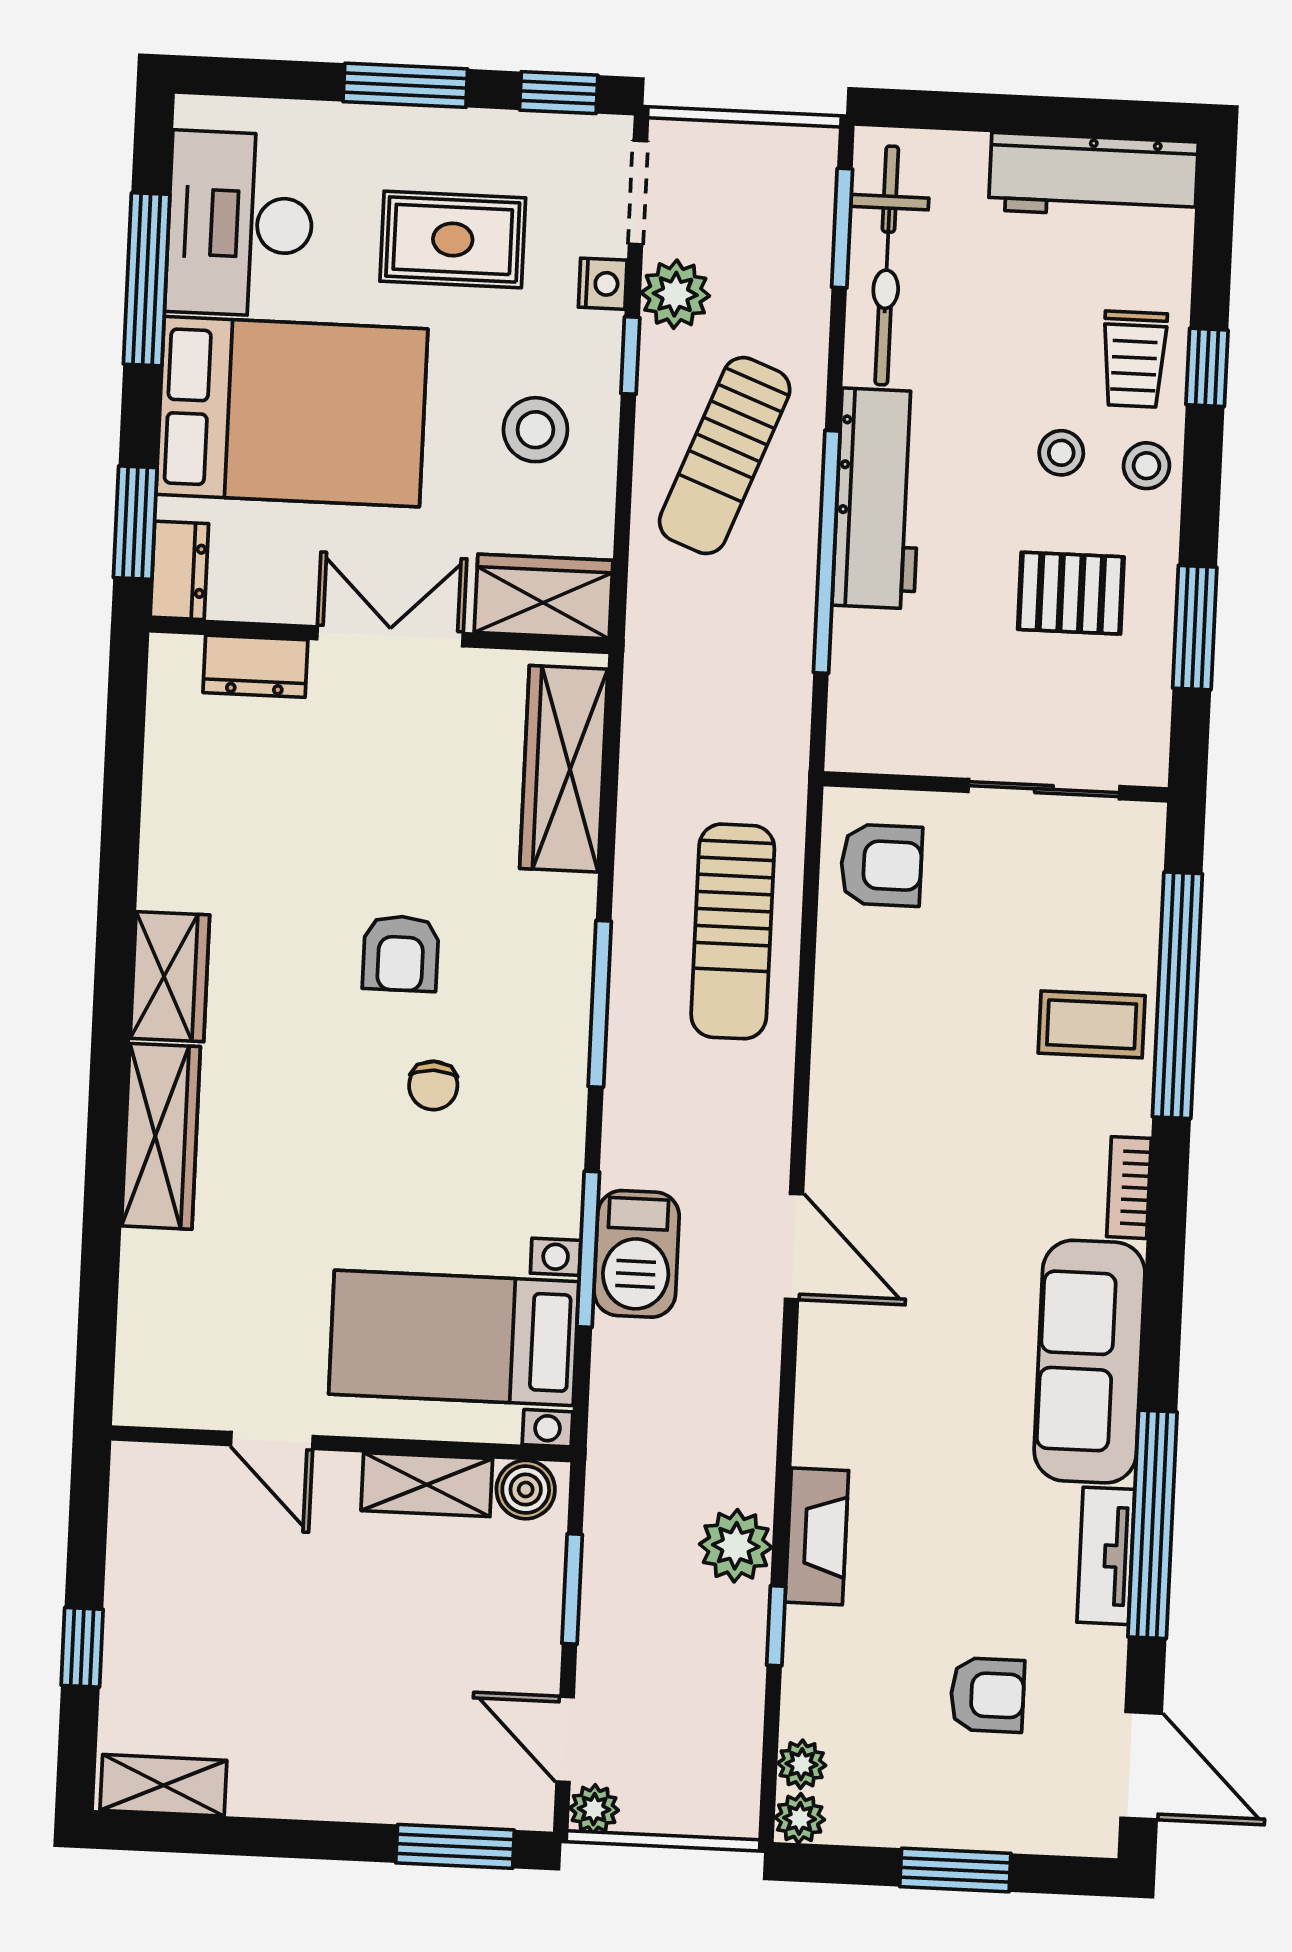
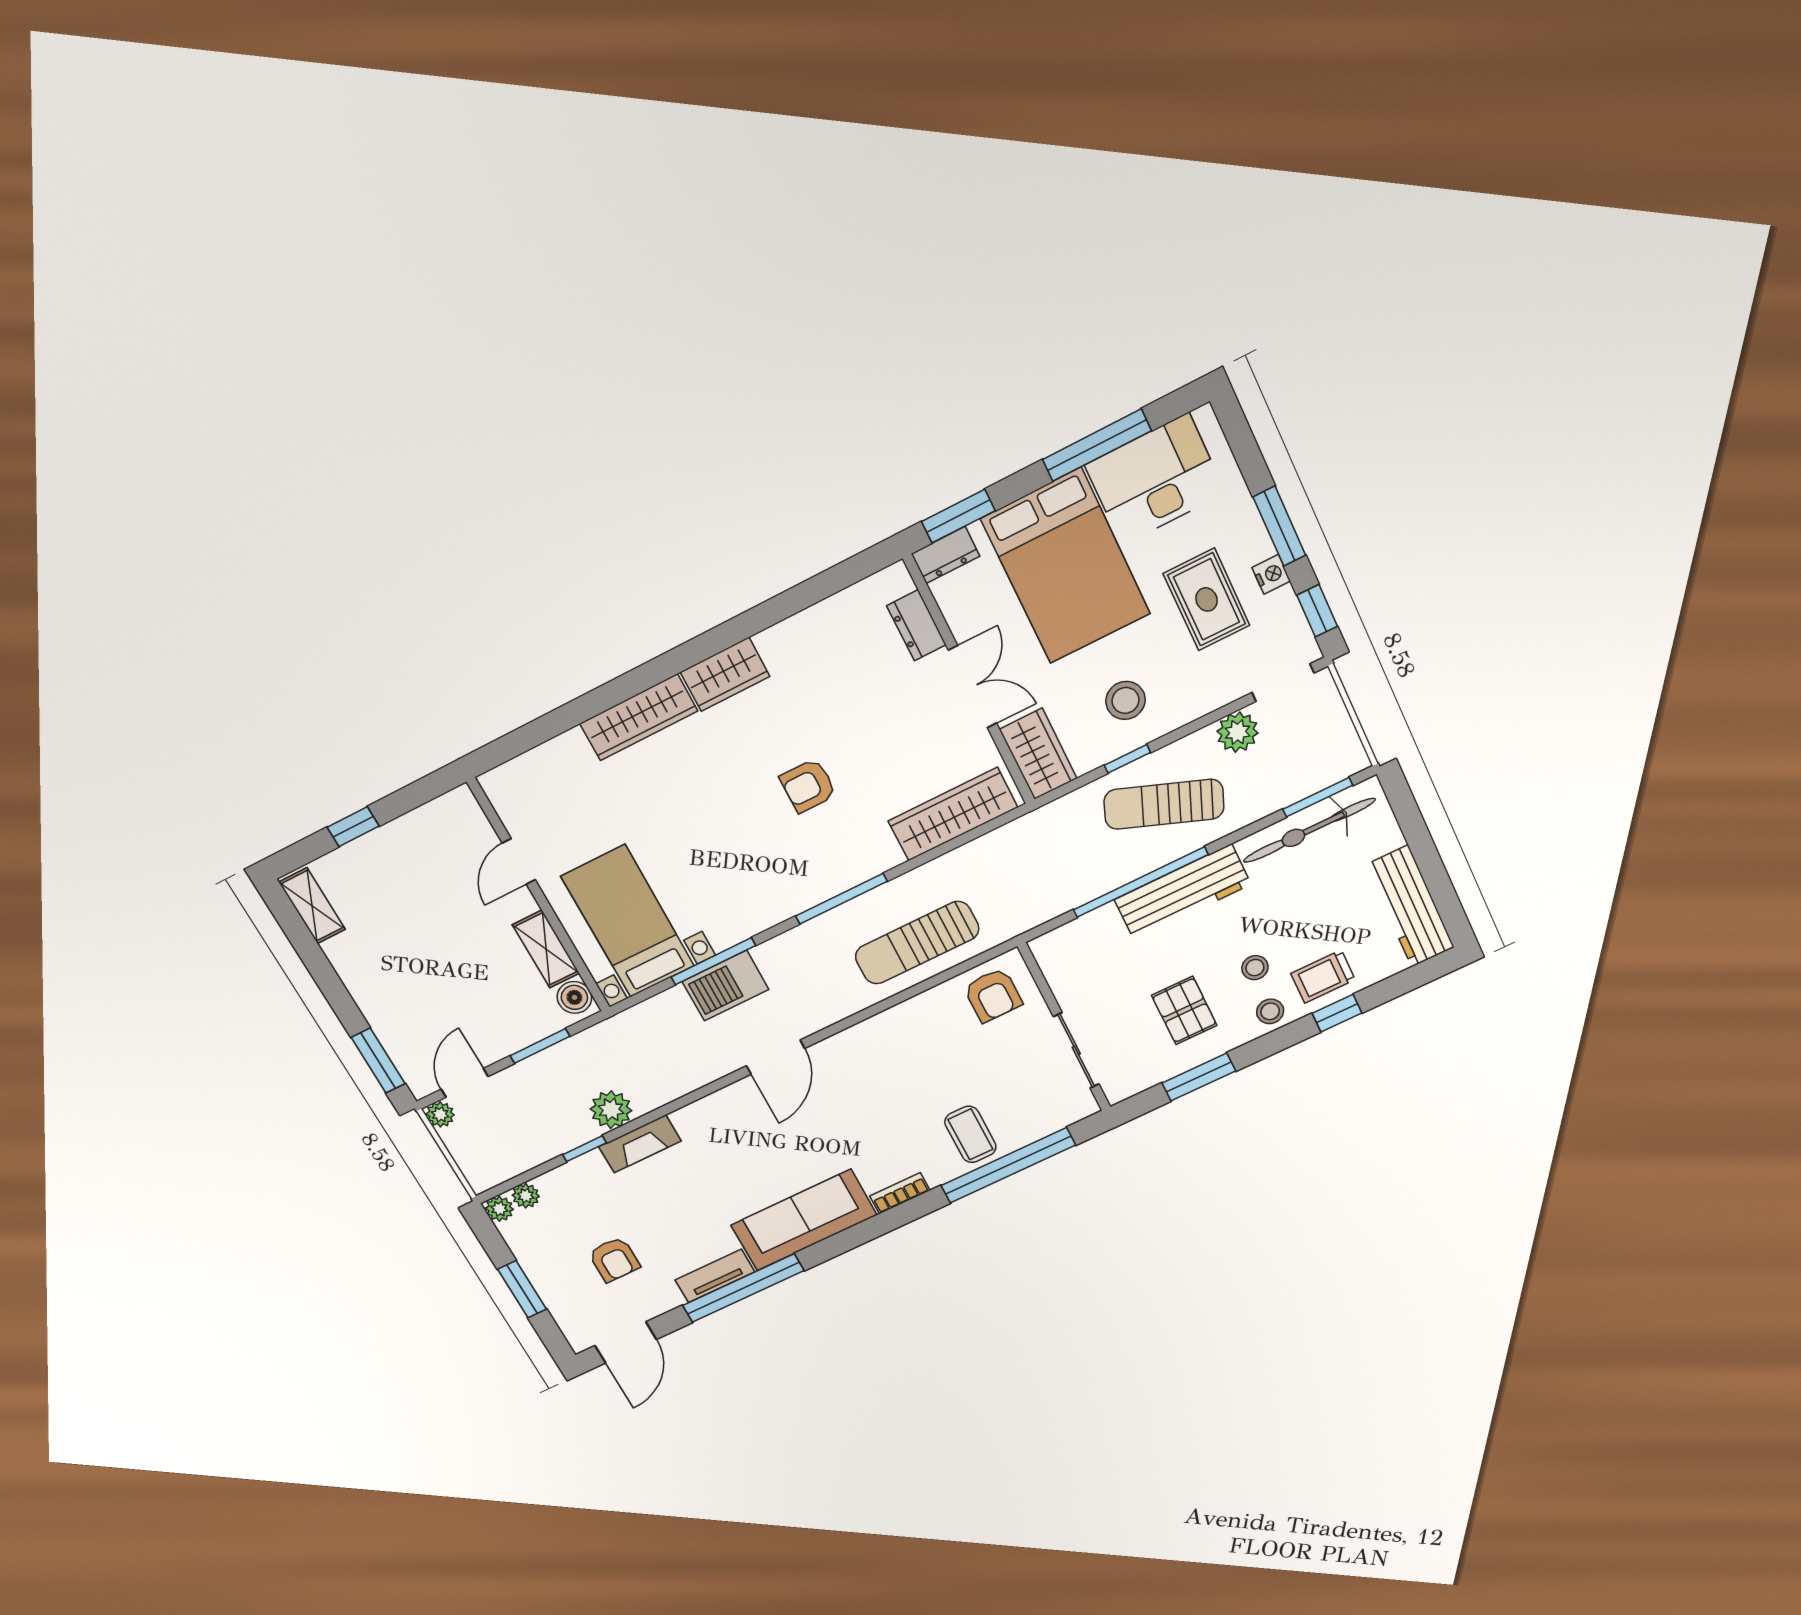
nightstand: (603, 284) -> (1271, 574), moved, turned -90
window: (630, 355) -> (1127, 759), moved
chair: (433, 1086) -> (750, 840), removed

